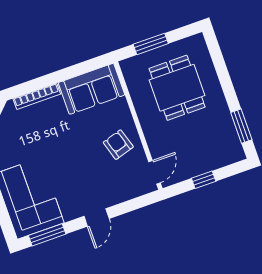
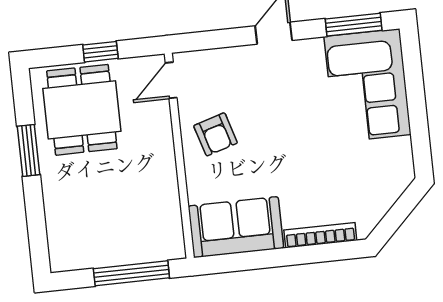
window: (151, 44) -> (131, 273), width x1.44
dining table: (177, 88) -> (82, 110), moved
window: (241, 126) -> (28, 150), moved

